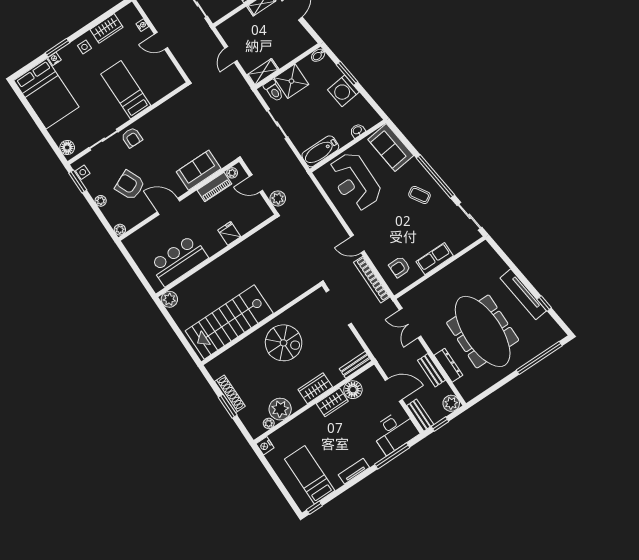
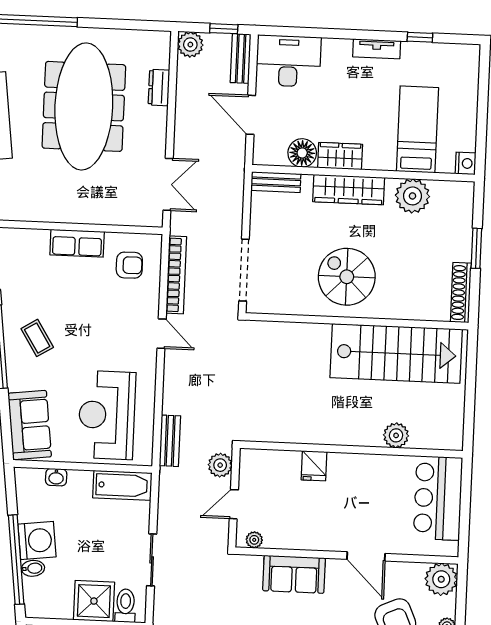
bidet: (318, 55) -> (33, 568), moved
window: (347, 73) -> (16, 560), width x2.11
reception desk: (355, 182) -> (107, 415), turned 180
door: (256, 183) -> (234, 504), swing flipped
piano: (214, 187) -> (290, 538), removed
plant: (120, 230) -> (441, 579), width x1.88, depth x1.88
bar counter: (179, 261) -> (438, 498), moved, turned 90
plant: (169, 299) -> (396, 435), moved
dresser: (448, 365) -> (159, 88), width x0.70
bench: (432, 370) -> (170, 441), moved
wardrobe: (315, 388) -> (349, 190), width x1.50
shoe rack: (230, 394) -> (461, 293), moved
plant: (269, 423) -> (440, 188), removed
window: (392, 456) -> (314, 33), removed
bed: (310, 475) -> (417, 129), moved, turned 180
window: (314, 508) -> (420, 37), moved

